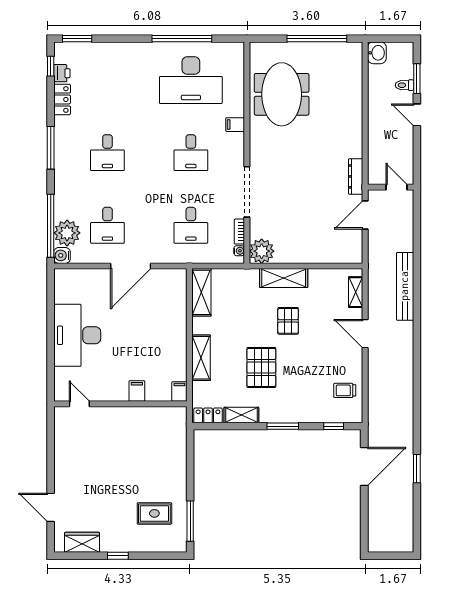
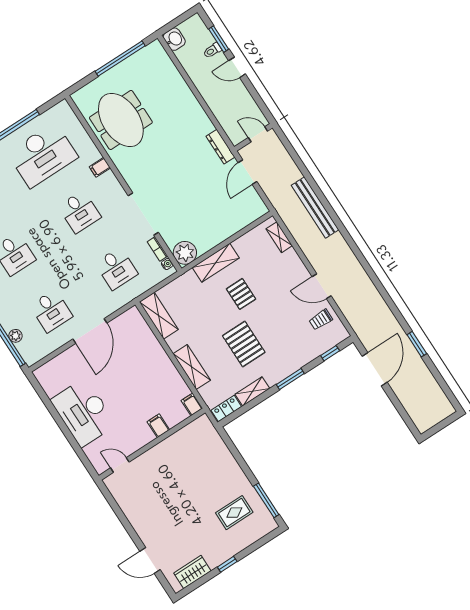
plant: (67, 233) -> (16, 336), width x0.53, depth x0.53
water cooler: (62, 255) -> (31, 358), removed
door: (365, 334) -> (322, 286), moved

